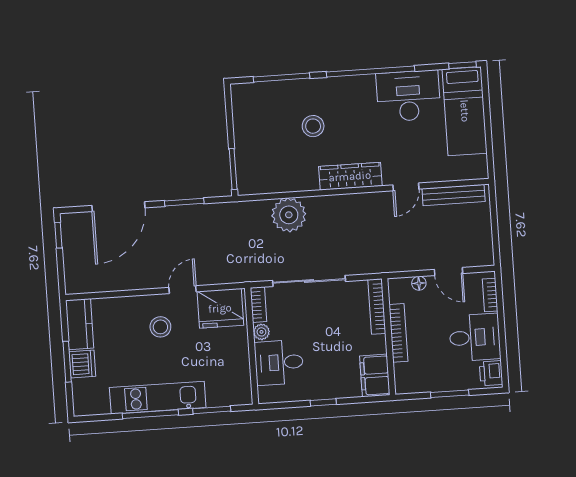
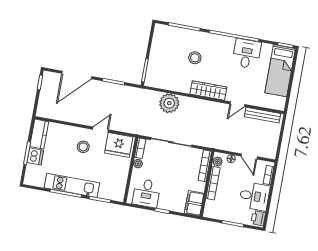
desk: (408, 96) -> (247, 54), width x0.73
plant: (397, 294) -> (217, 161), added
desk: (279, 363) -> (146, 193), moved, turned -90

